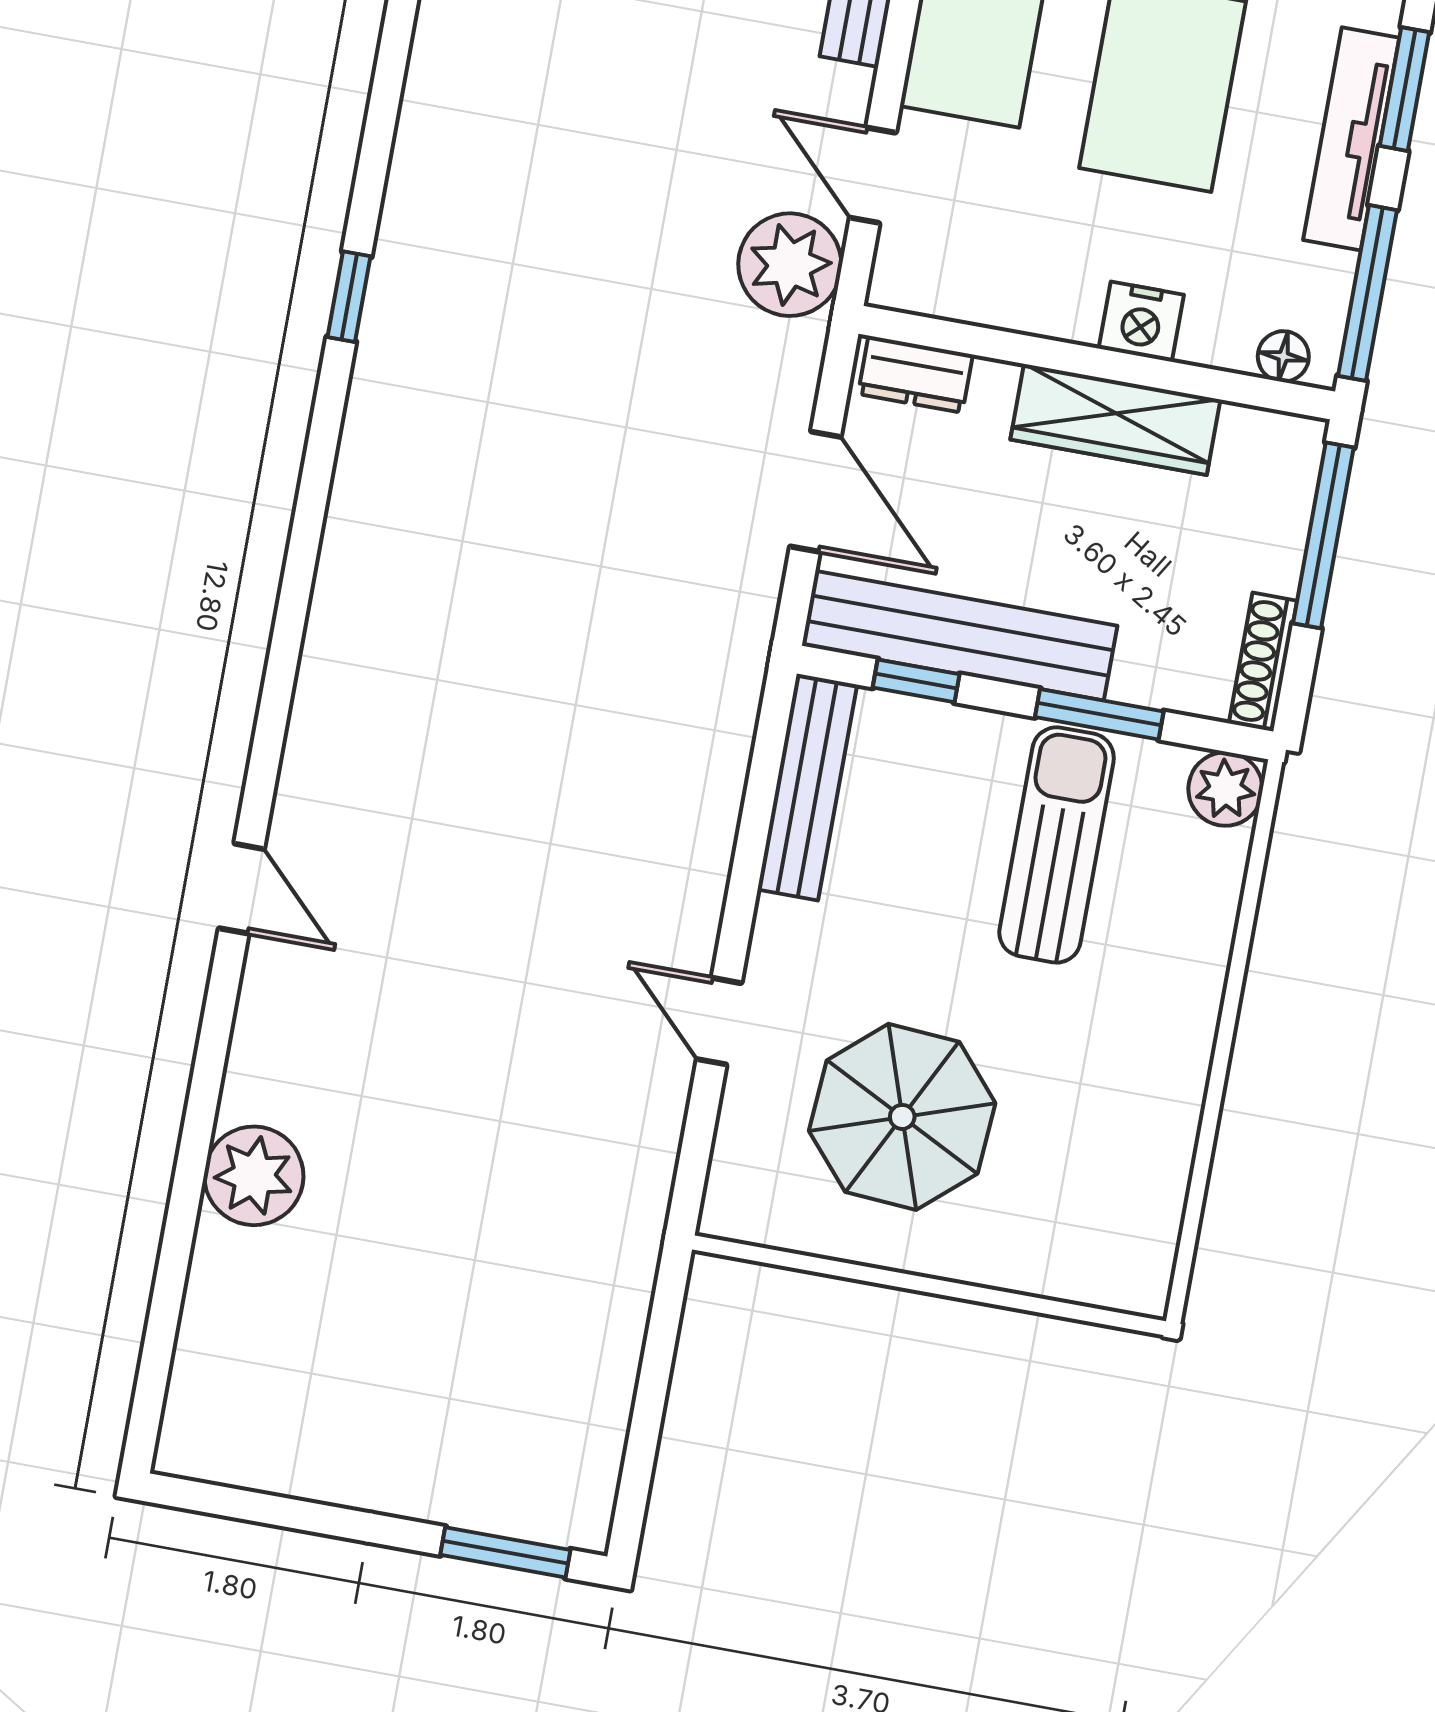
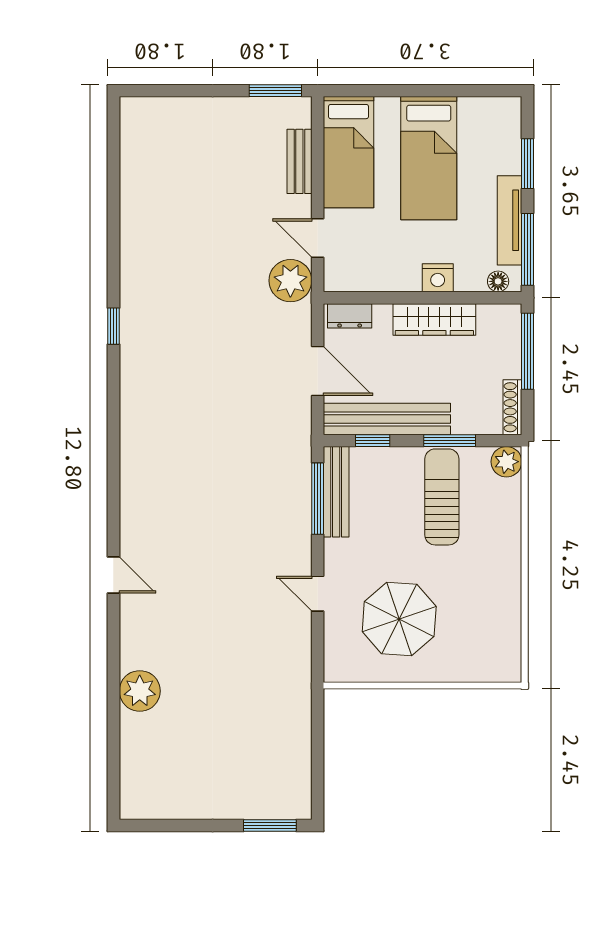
tv unit: (1351, 139) -> (510, 220), moved
window: (760, 795) -> (318, 499), added

